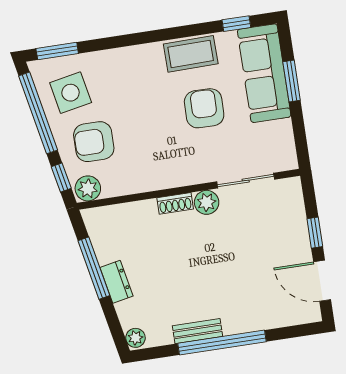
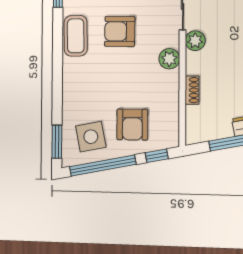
plant: (88, 188) -> (169, 59), moved
shoe rack: (175, 203) -> (192, 90), moved

